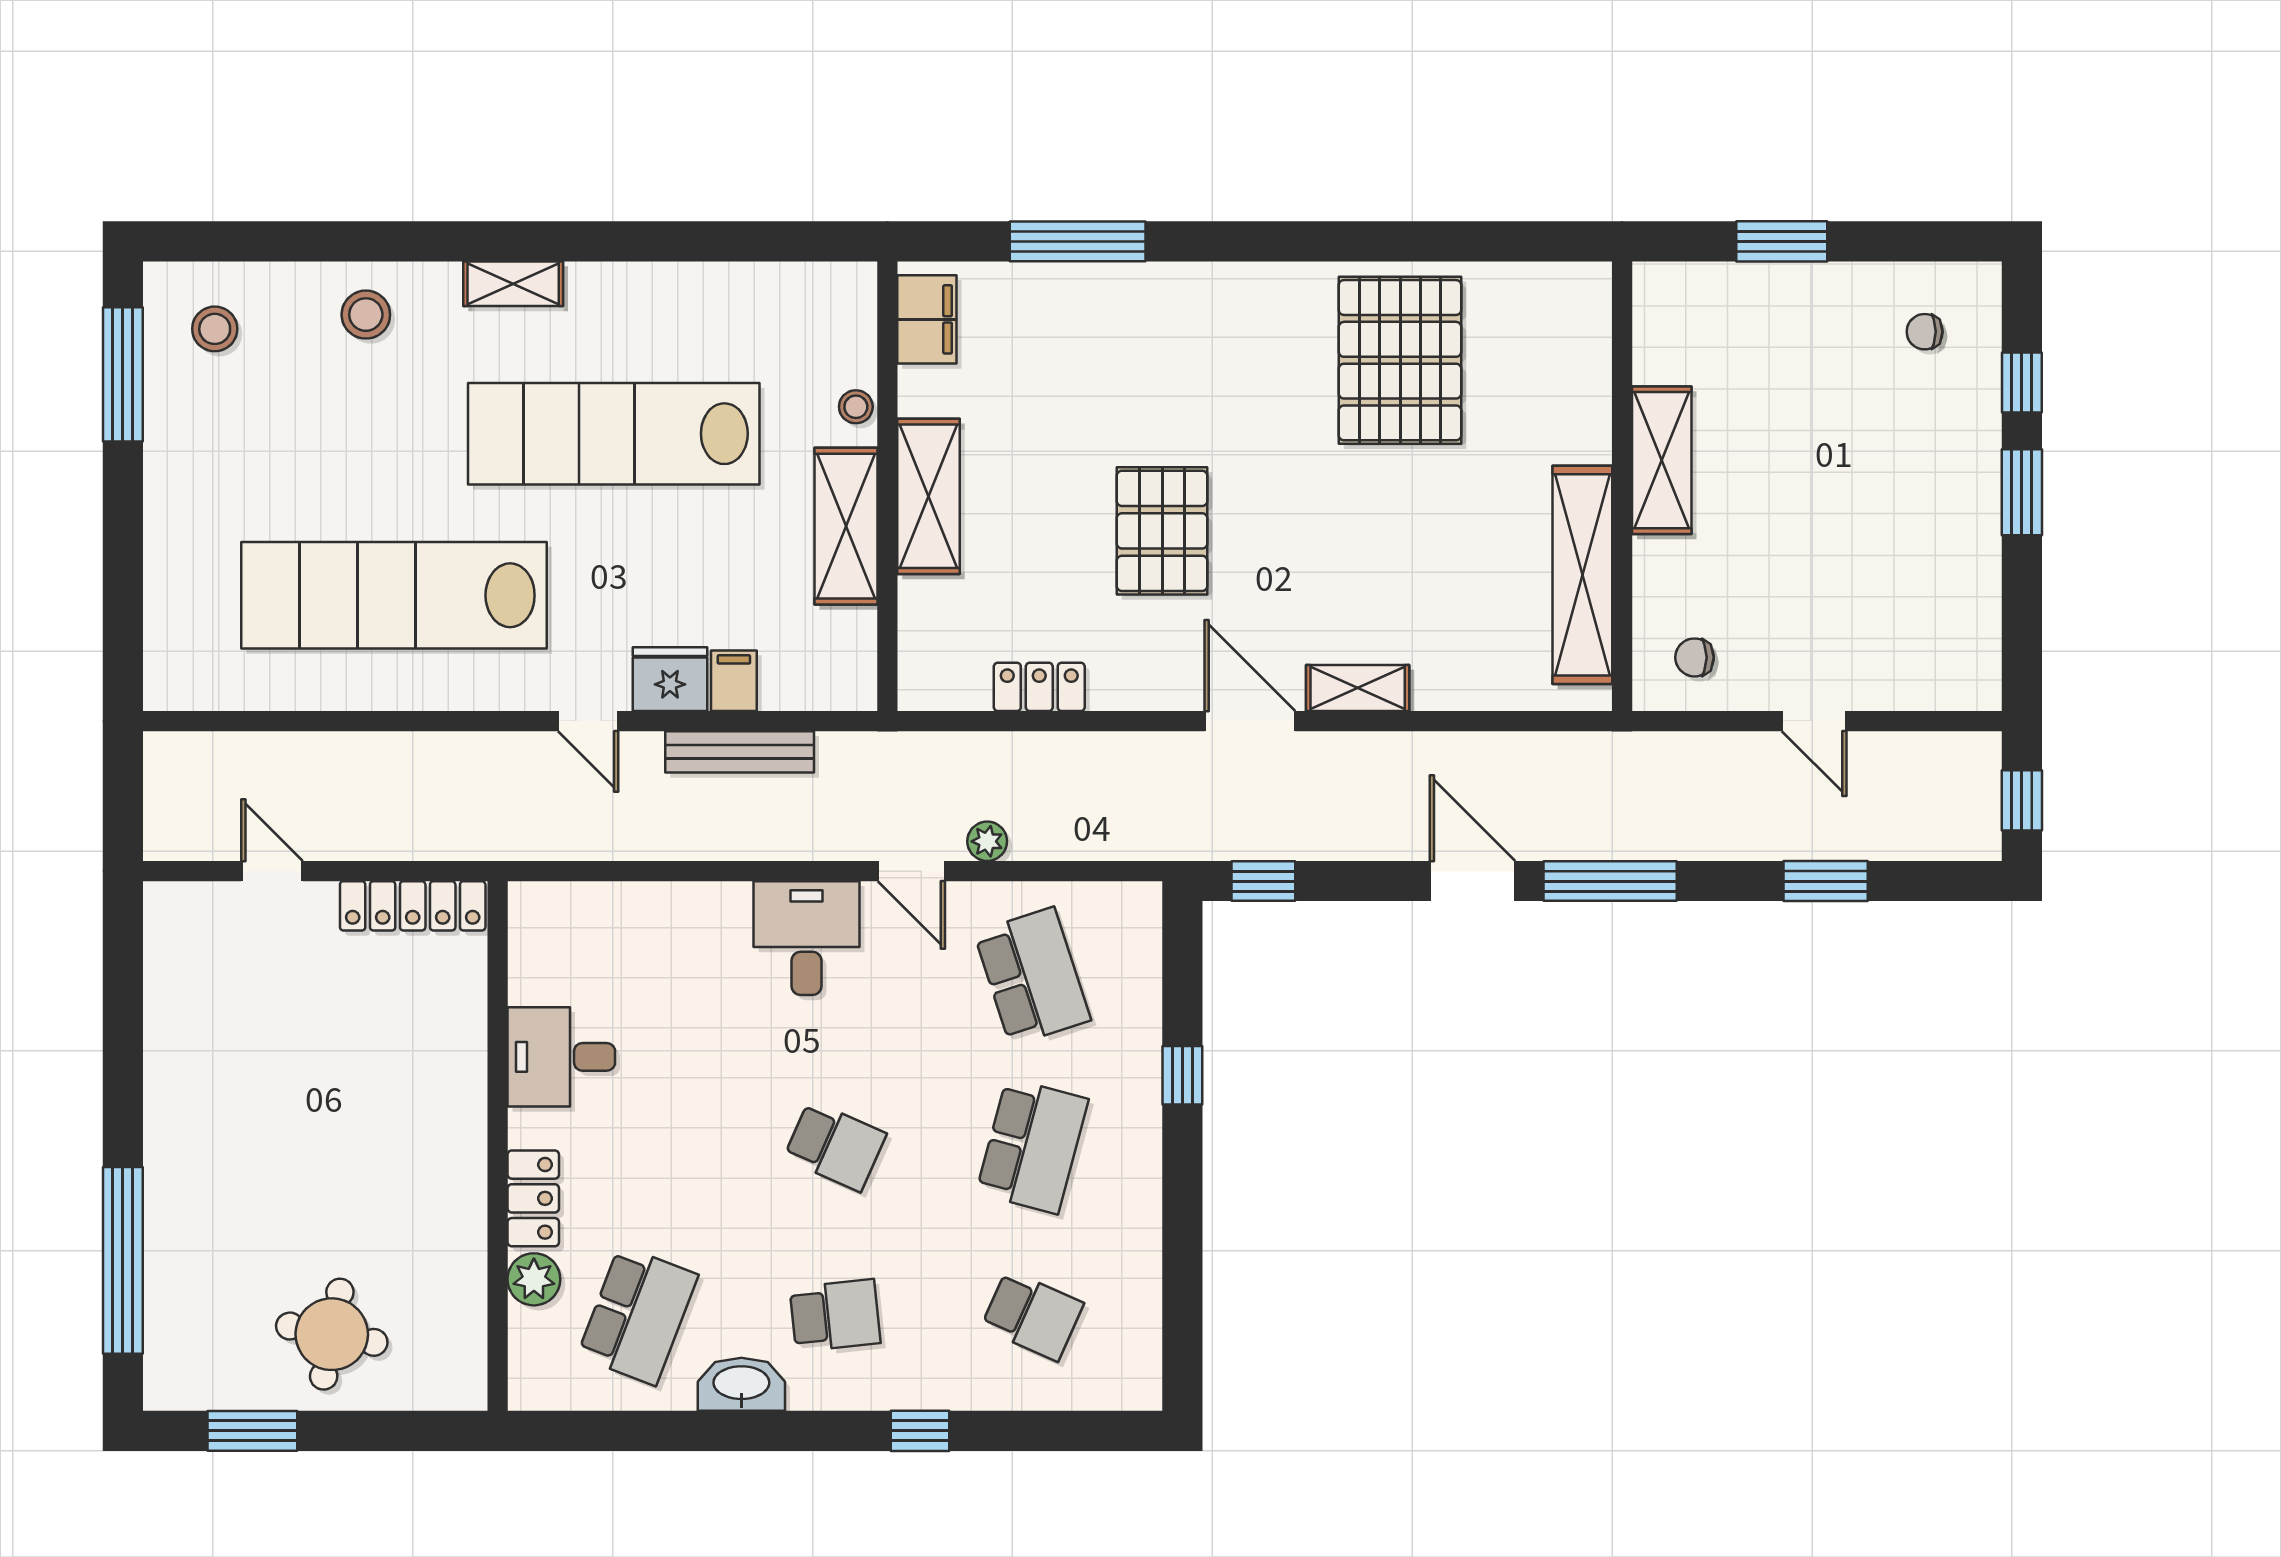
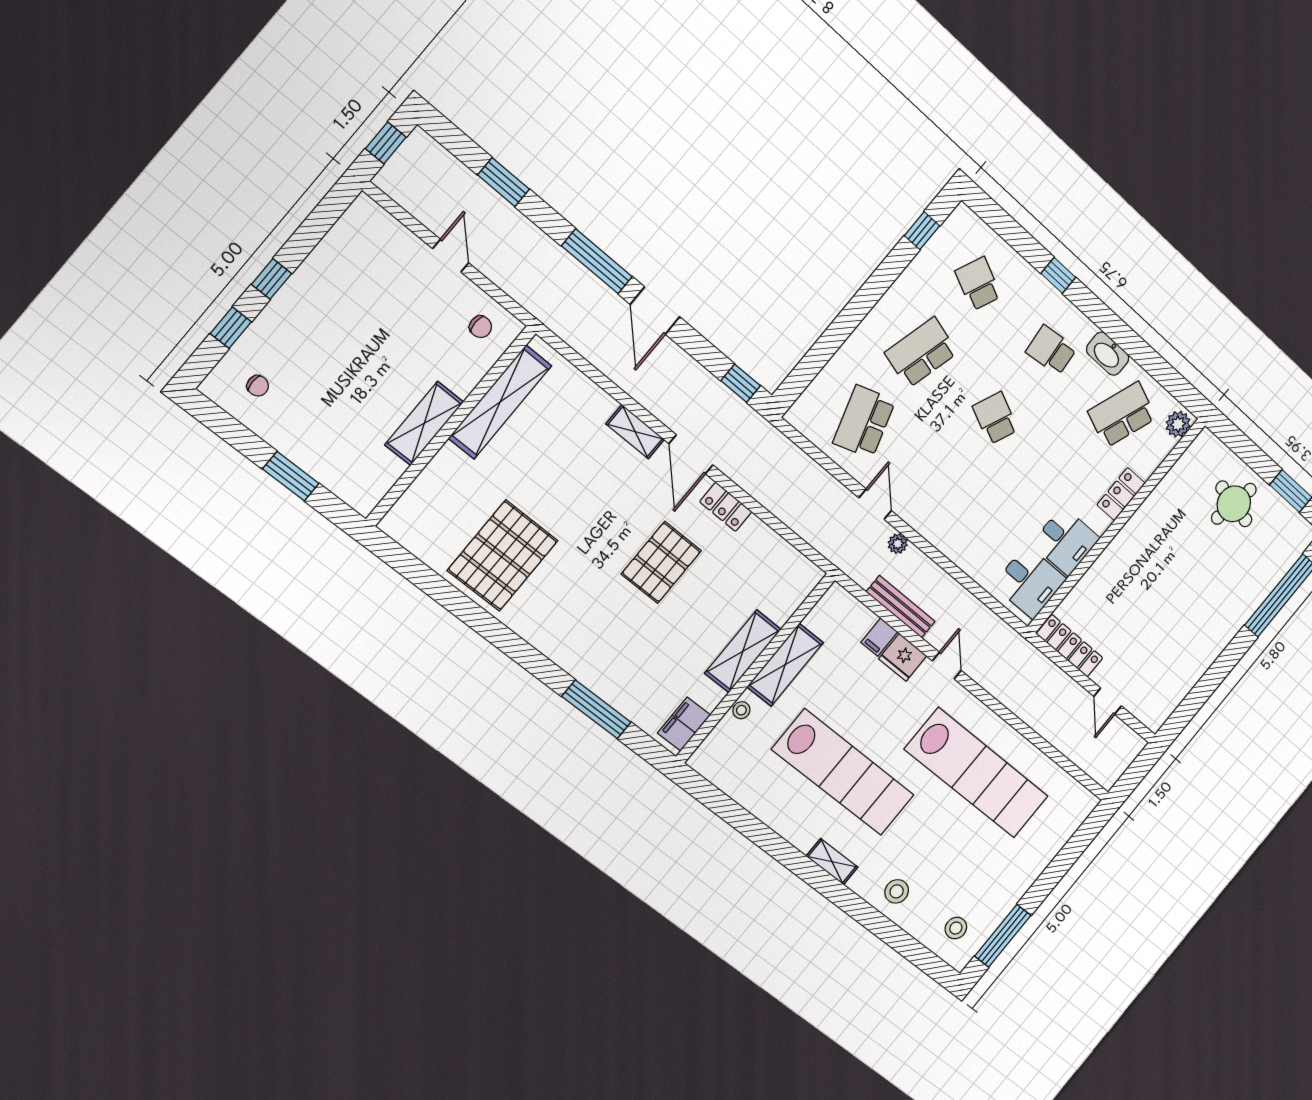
window: (2022, 492) -> (272, 279), width x0.67
locker: (1039, 687) -> (726, 507), moved
plant: (987, 841) -> (898, 544), moved
desk: (807, 938) -> (1030, 582), moved, turned -90
window: (1182, 1075) -> (922, 231), moved
plant: (534, 1279) -> (1178, 424), moved

